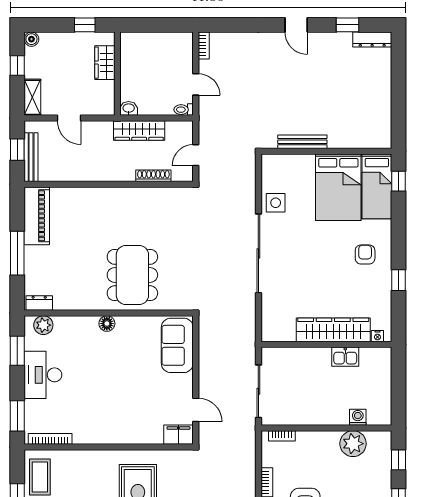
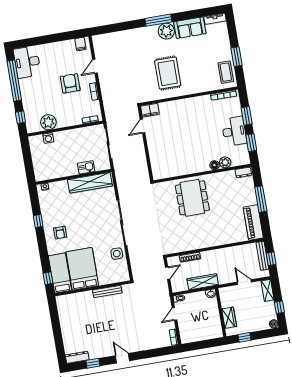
door: (196, 84) -> (175, 314), hinge flipped
floor lamp: (107, 324) -> (214, 165), moved
plant: (43, 325) -> (225, 162), moved
wardrobe: (333, 330) -> (90, 183), moved
sofa: (177, 345) -> (159, 162), removed
kitchen sink: (345, 357) -> (86, 167), moved
door: (196, 410) -> (142, 126), hinge flipped
window: (17, 416) -> (247, 116), moved

